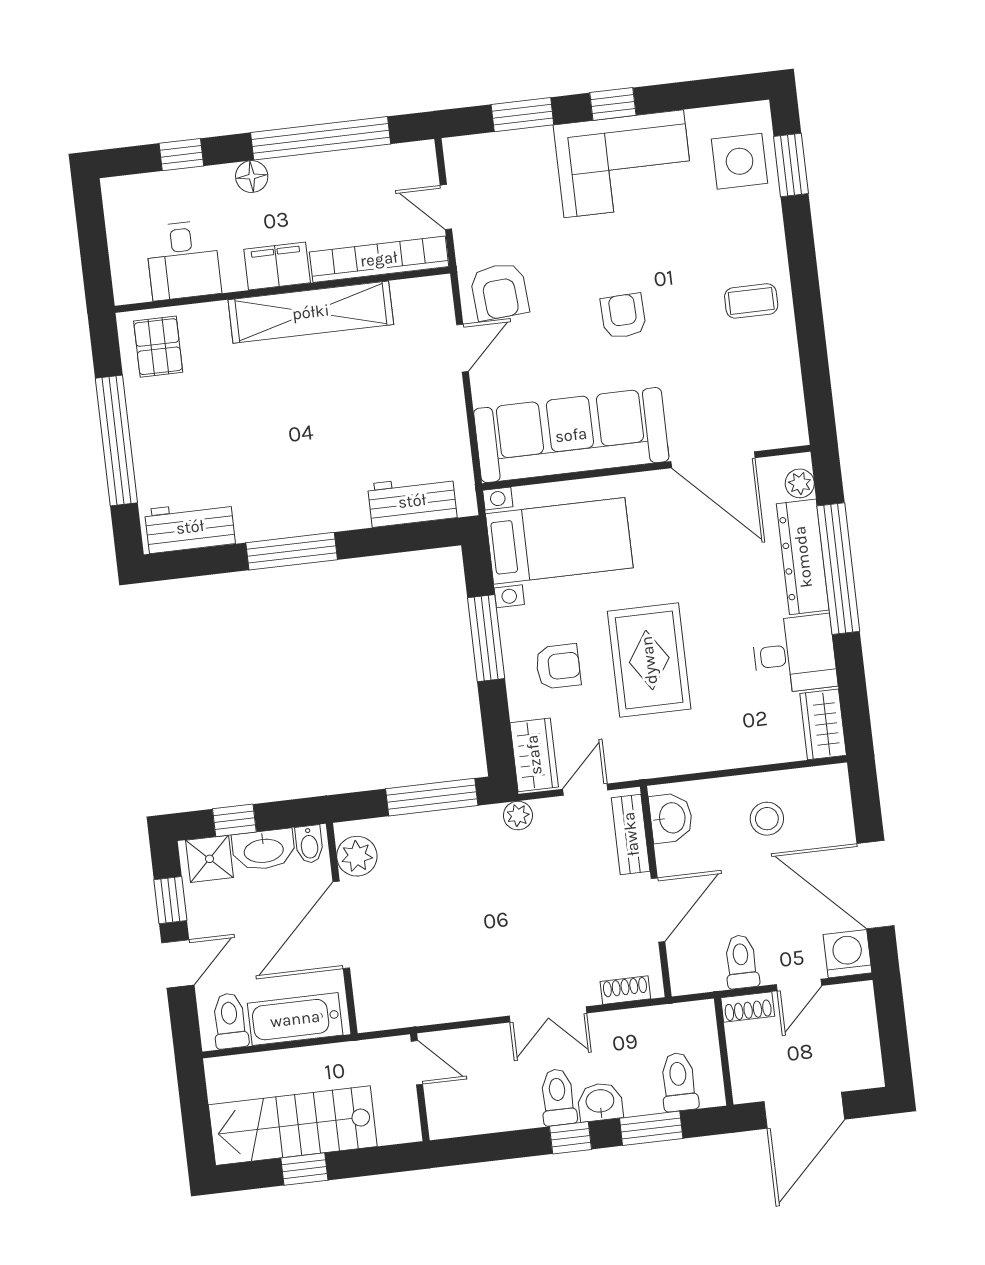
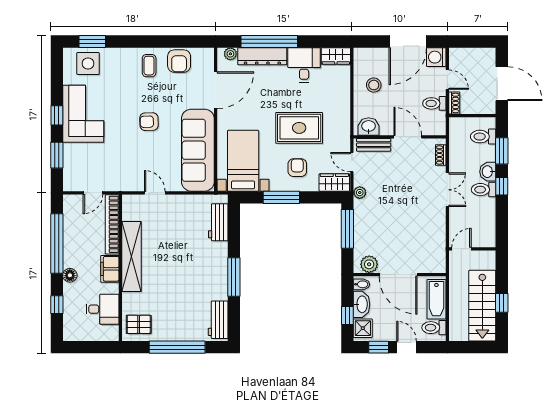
armchair: (499, 291) -> (179, 61), moved, turned 94

